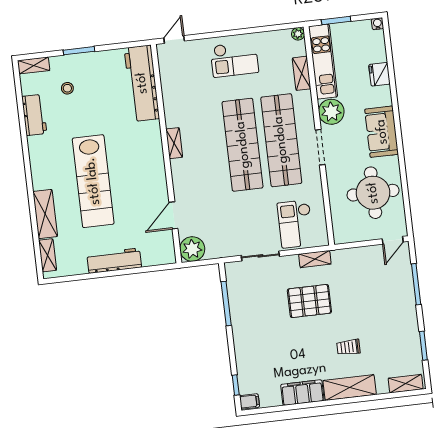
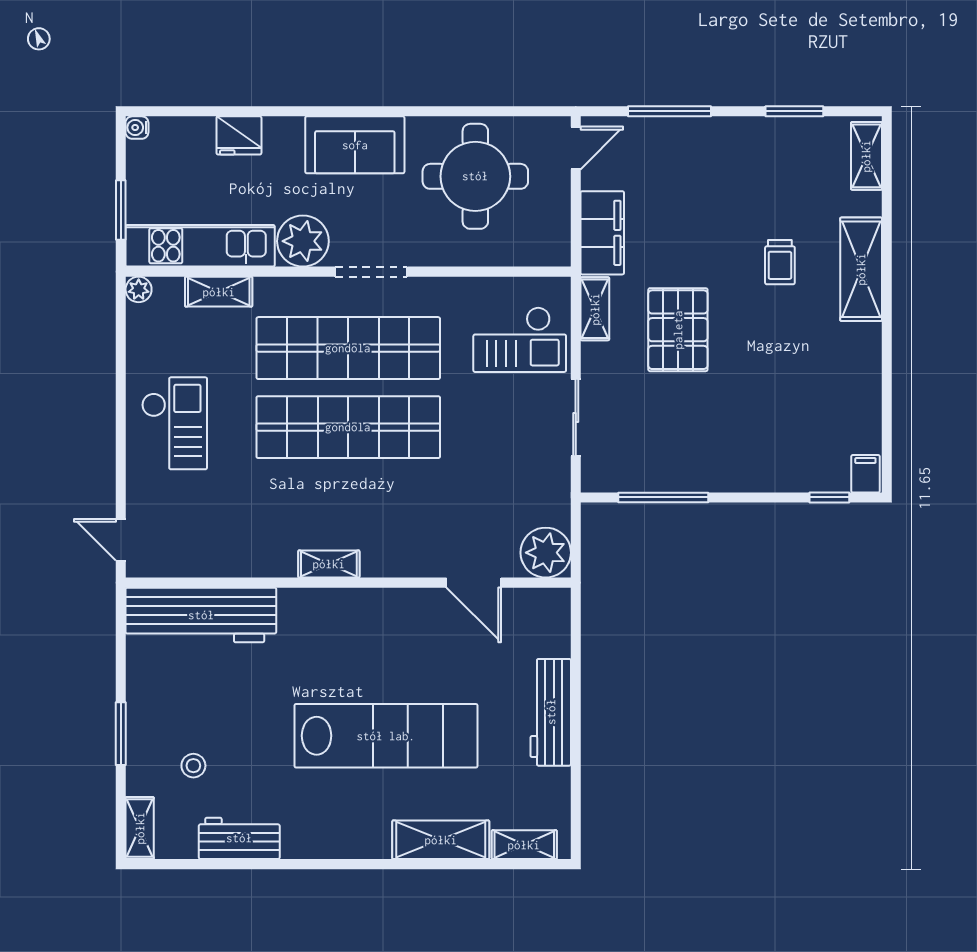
door: (393, 240) -> (576, 148), hinge flipped
filing cabinet: (302, 393) -> (602, 233), moved, turned 180

